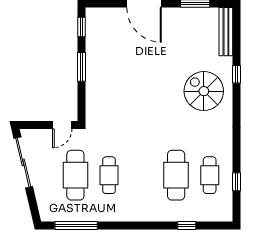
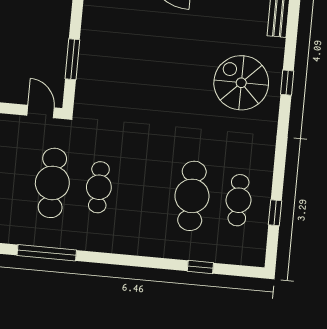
window: (82, 67) -> (72, 59), moved
window: (237, 74) -> (287, 83), moved
door: (62, 125) -> (41, 112), swing flipped

